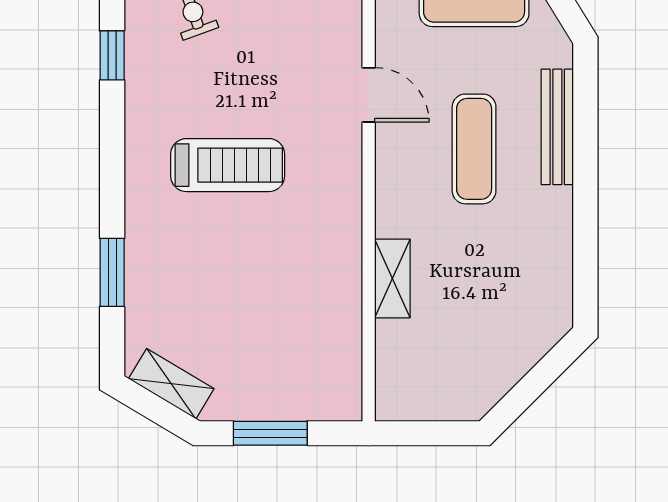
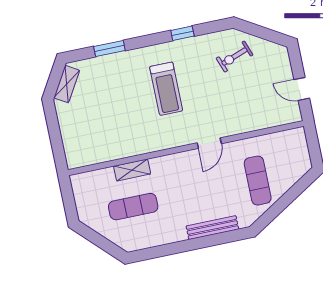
window: (112, 55) -> (182, 33), moved
exercise mat: (474, 149) -> (133, 207), moved
window: (270, 433) -> (54, 131), removed

